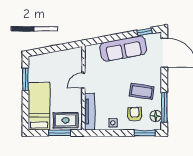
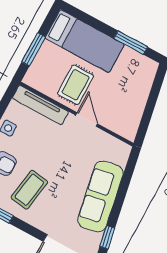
rug: (66, 120) -> (75, 85), moved

